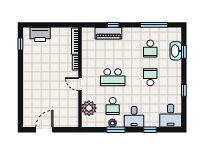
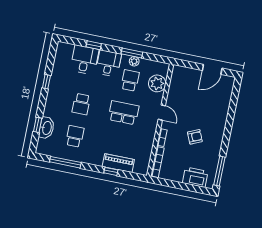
window: (20, 44) -> (219, 171), width x2.17
armchair: (47, 69) -> (195, 137), added
desk: (171, 116) -> (85, 60), moved

